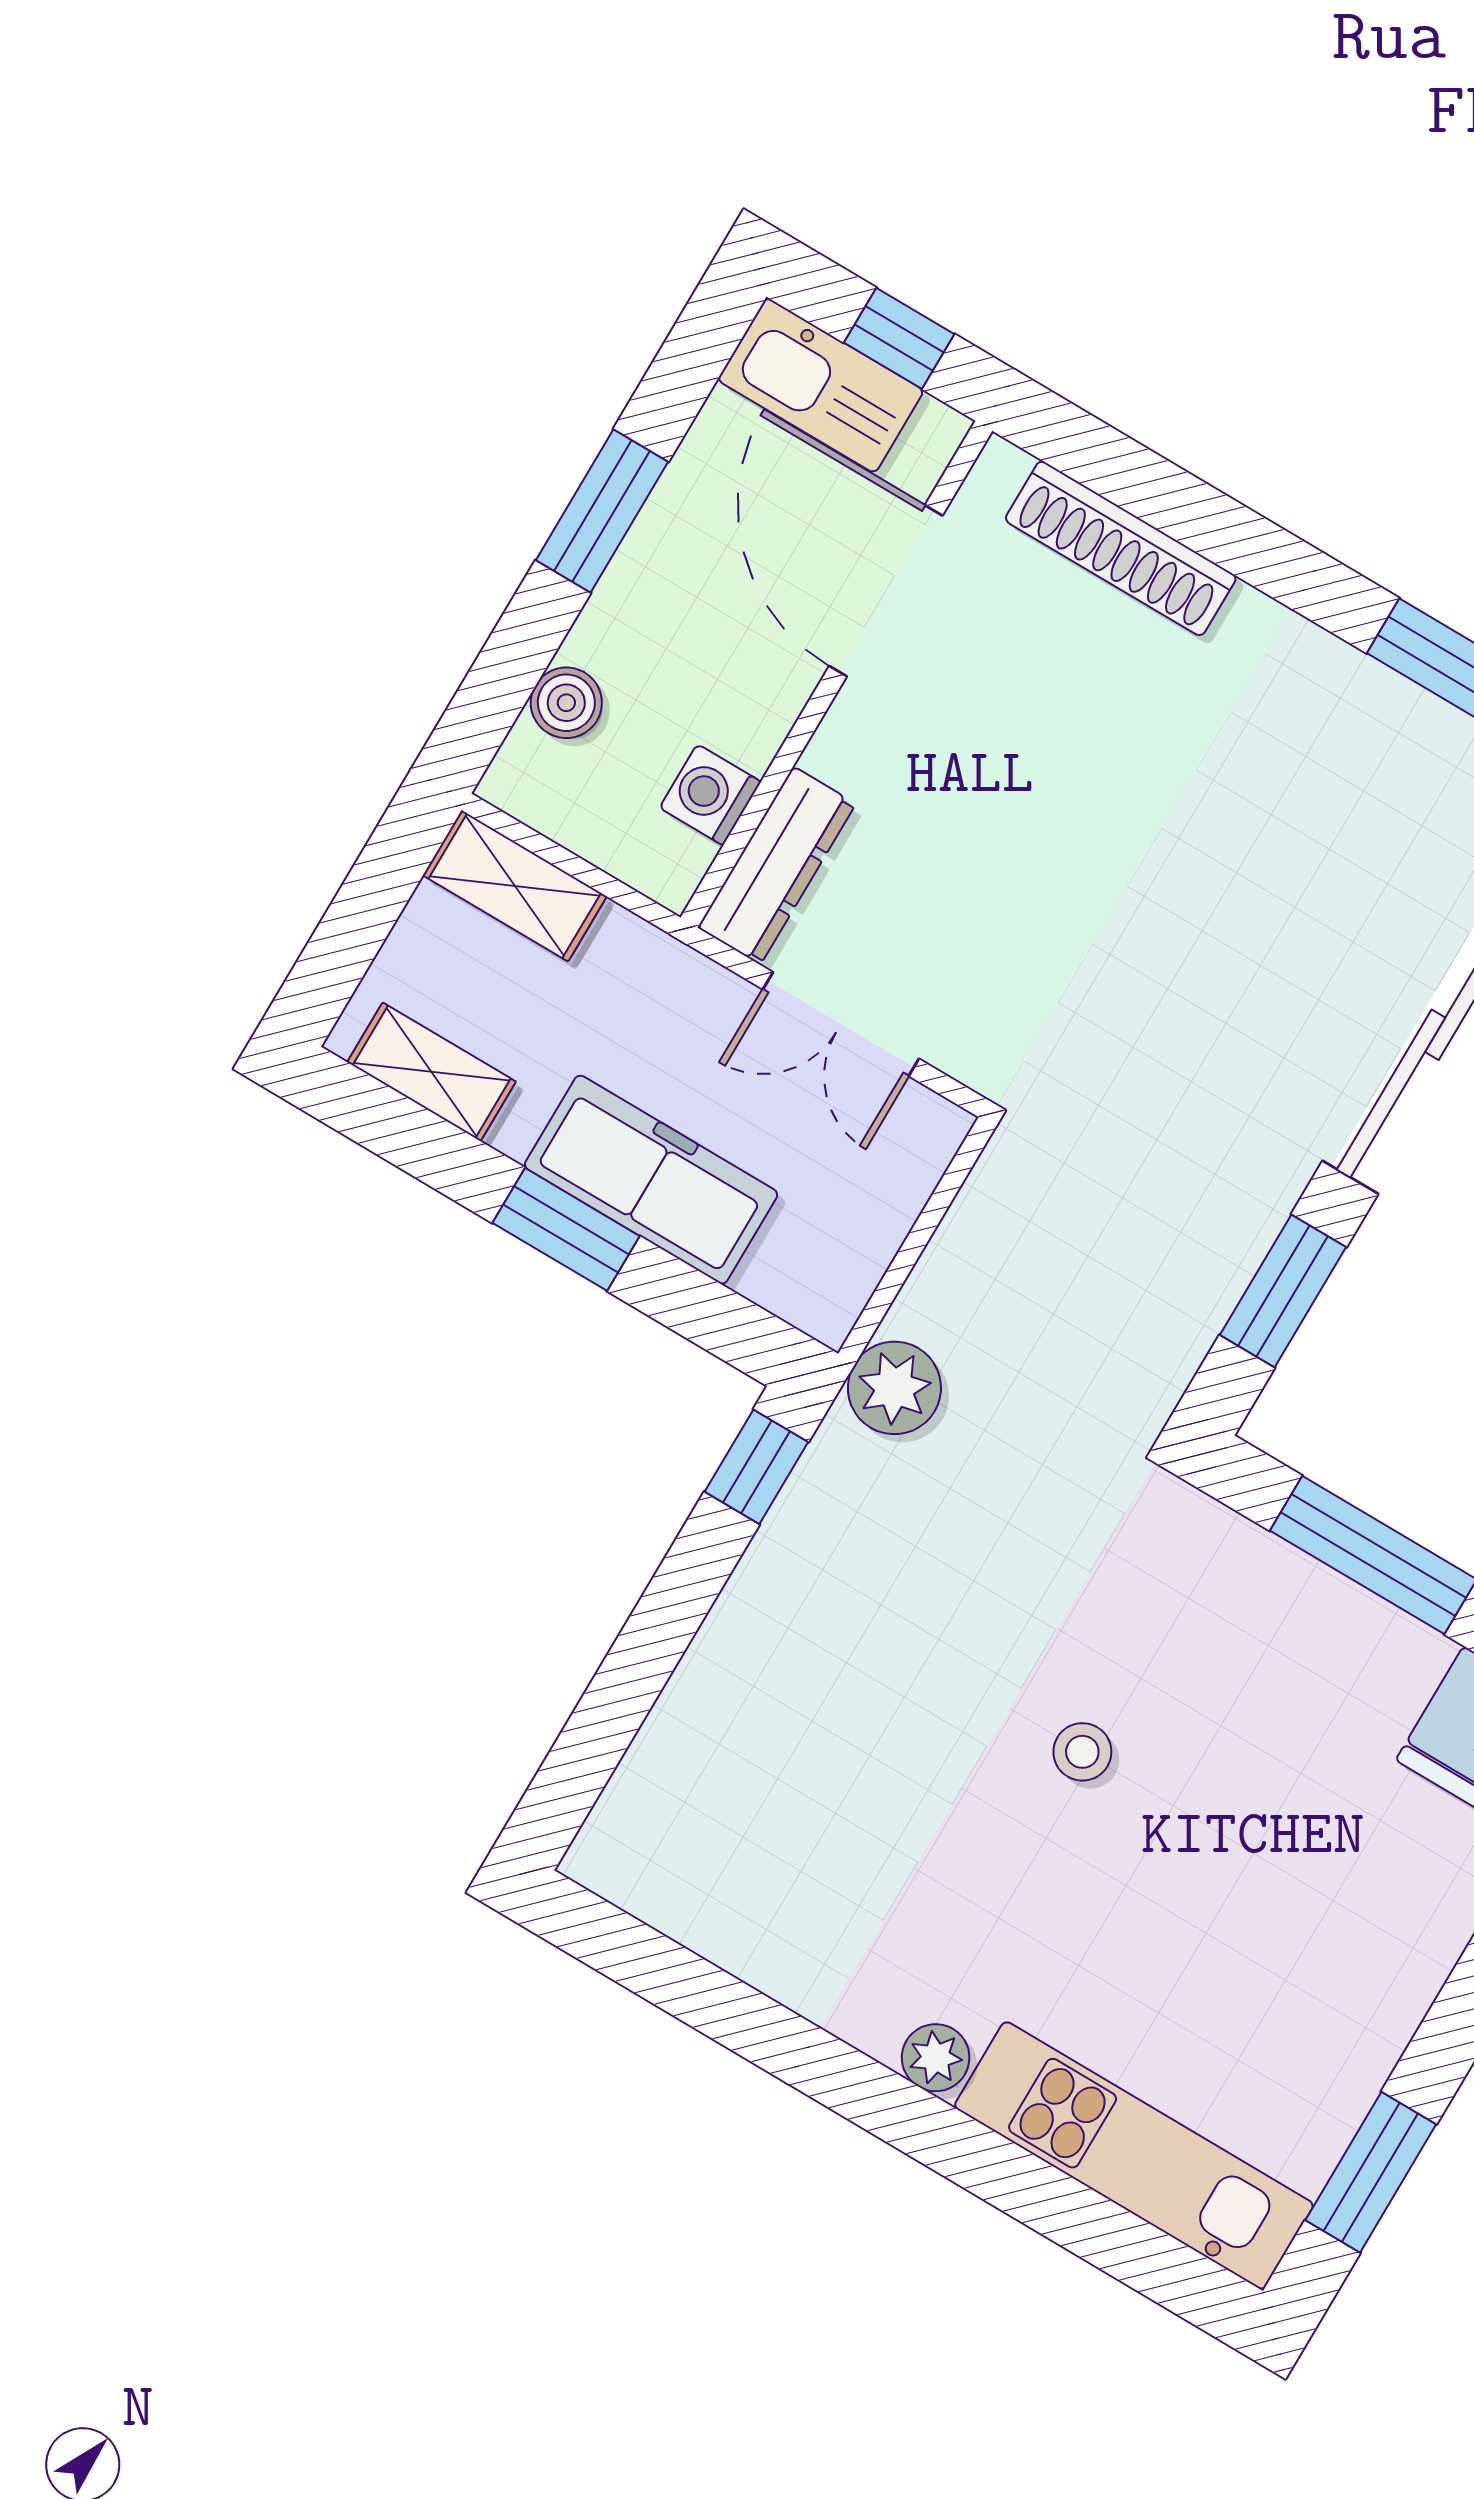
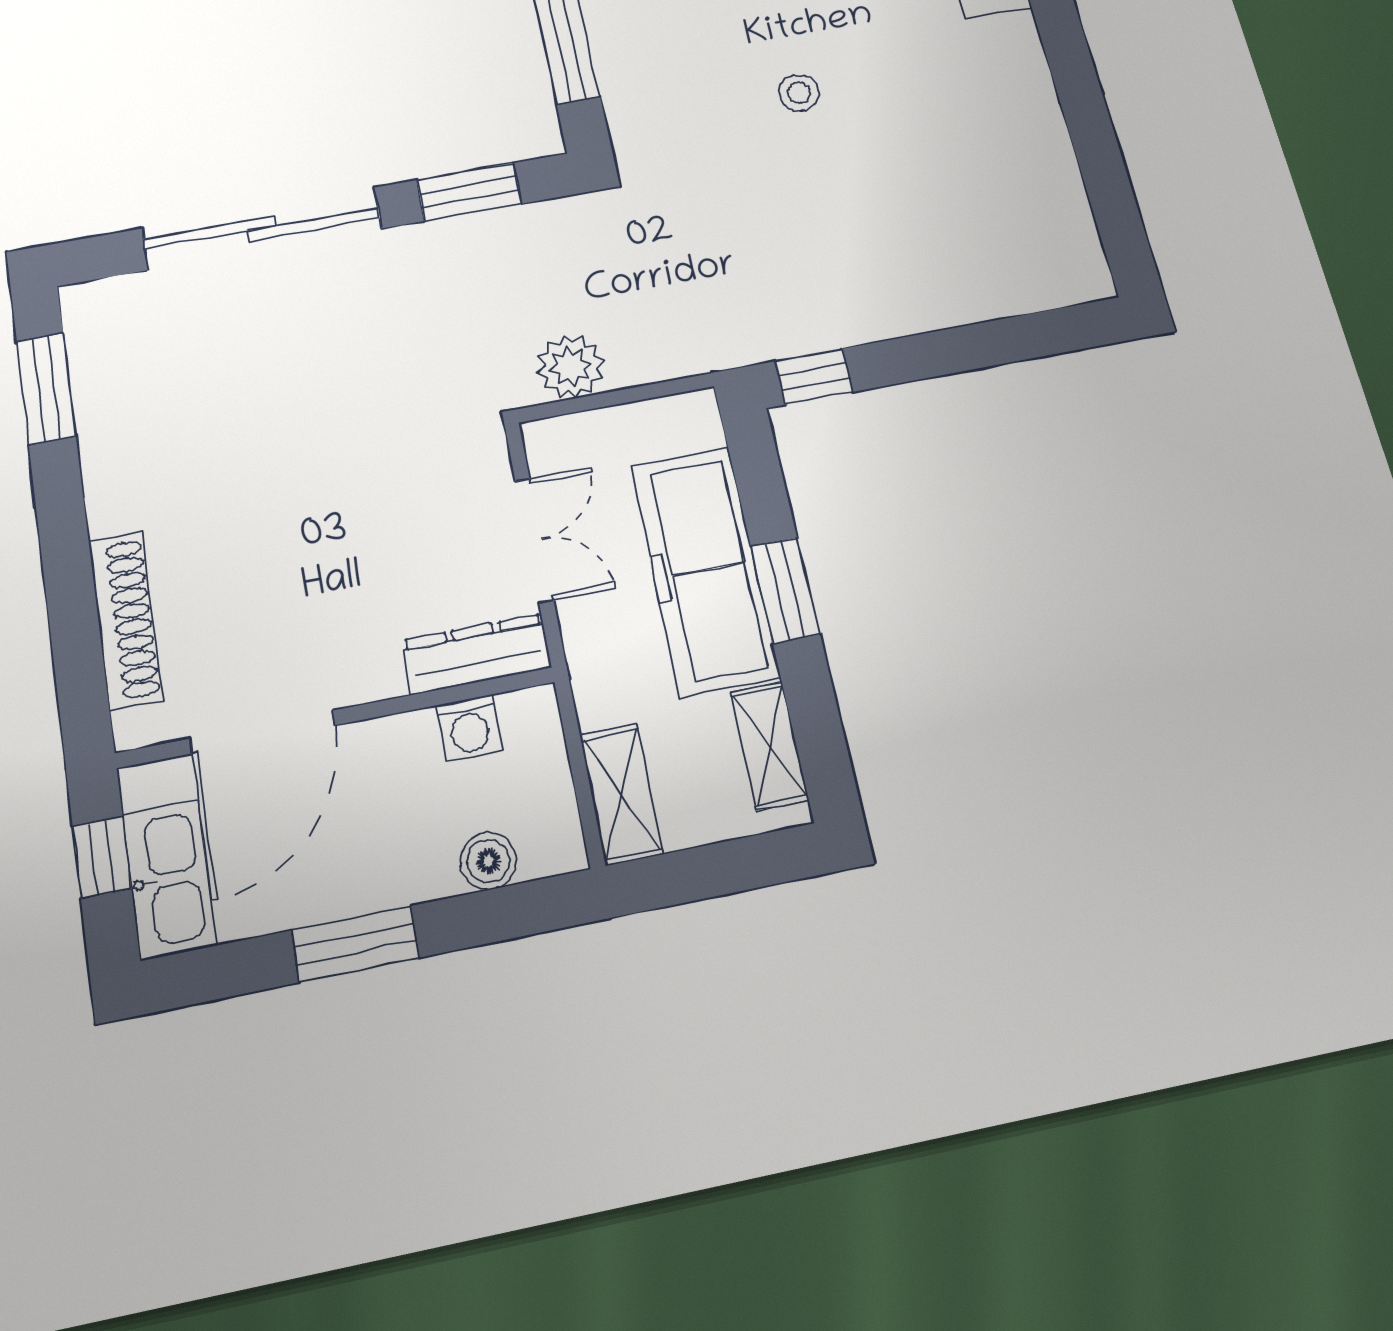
freezer: (651, 1180) -> (704, 570), width x1.36, depth x1.26
plant: (894, 1388) -> (570, 367), moved
plant: (936, 2058) -> (1017, 36), removed

